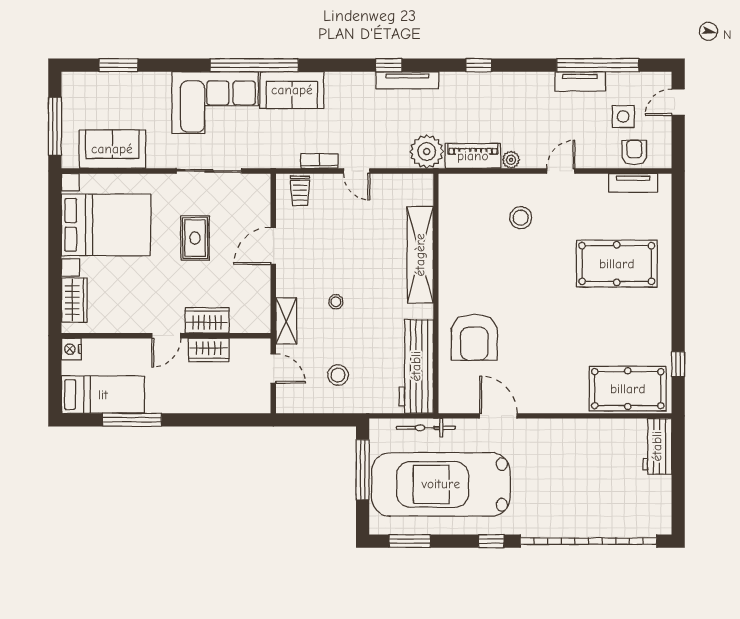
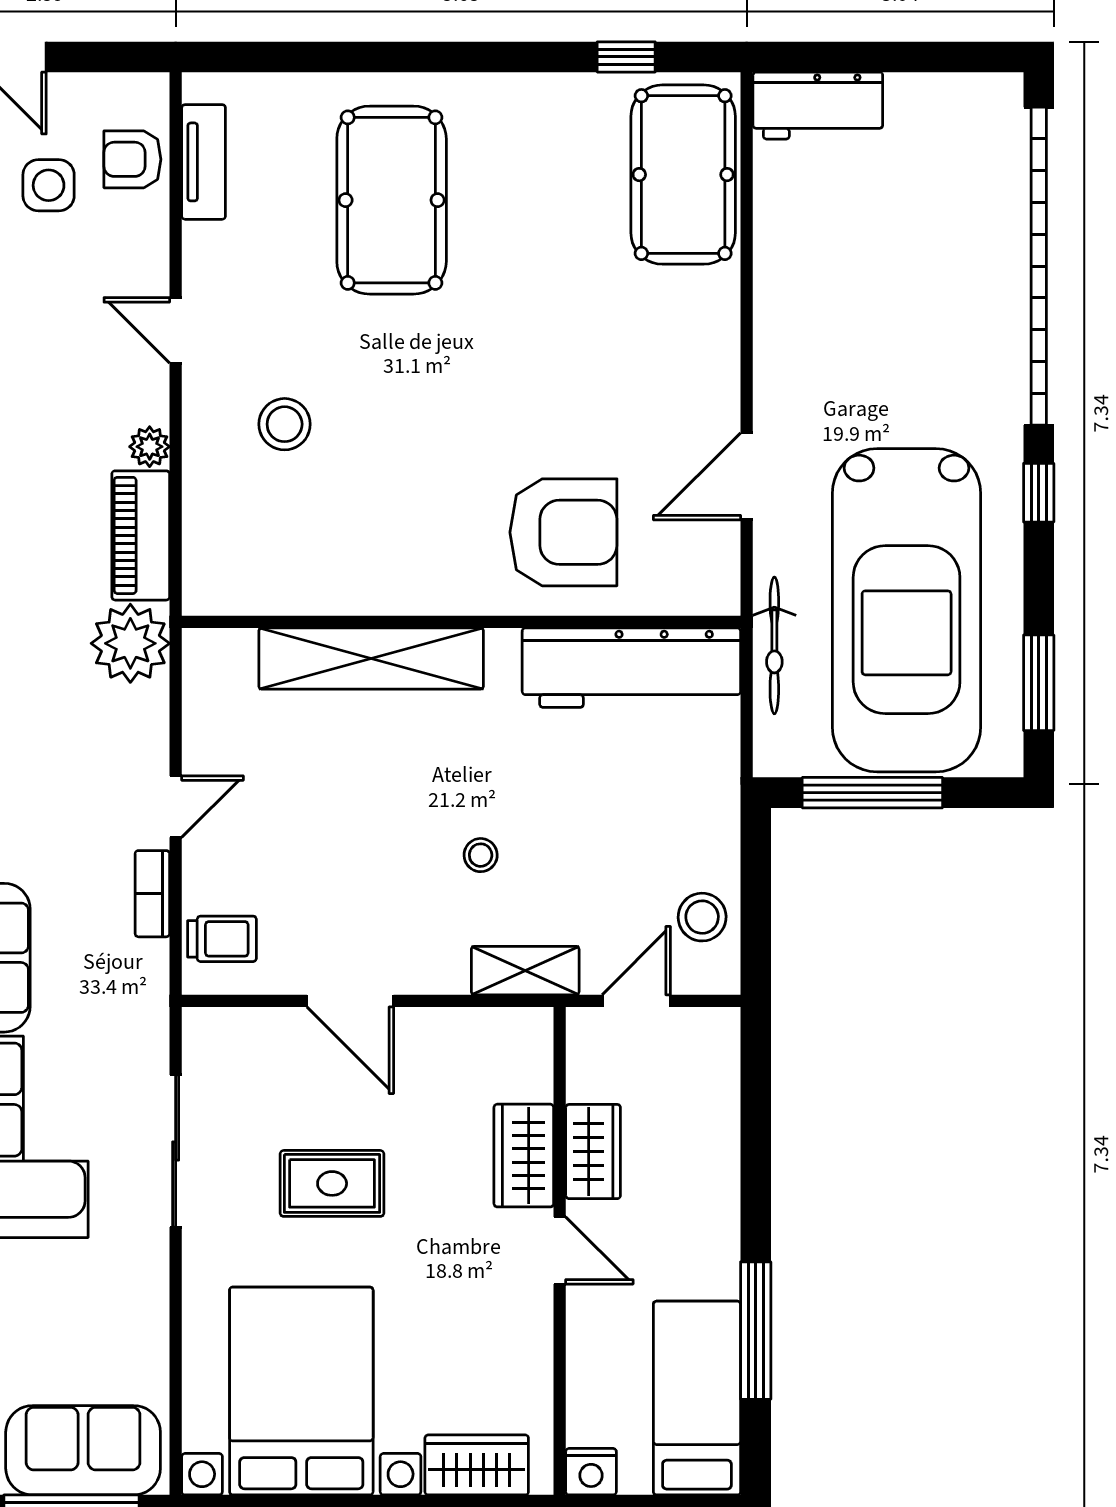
sofa: (112, 149) -> (83, 1450), moved, turned 90
stool: (338, 375) -> (702, 917), moved

